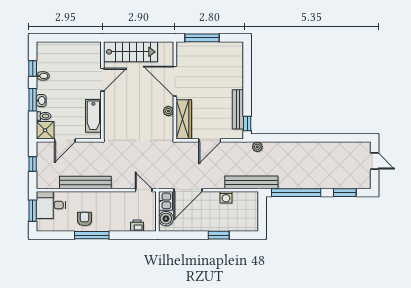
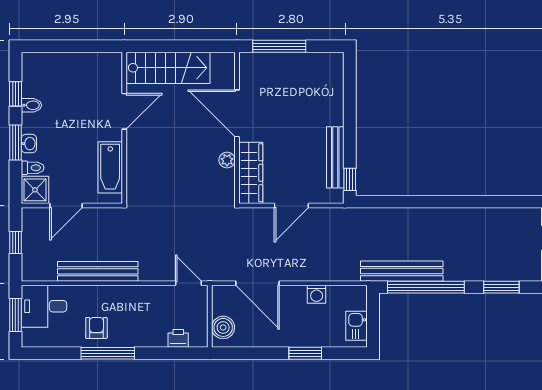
plant: (257, 147) -> (365, 216), removed
bench: (251, 182) -> (402, 271), moved
door: (188, 190) -> (257, 283), hinge flipped
kitchen sink: (165, 201) -> (357, 326), moved, turned 180

